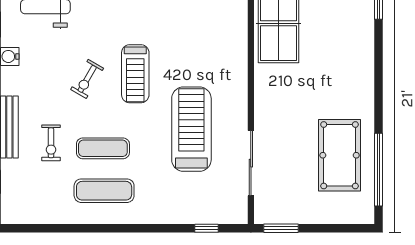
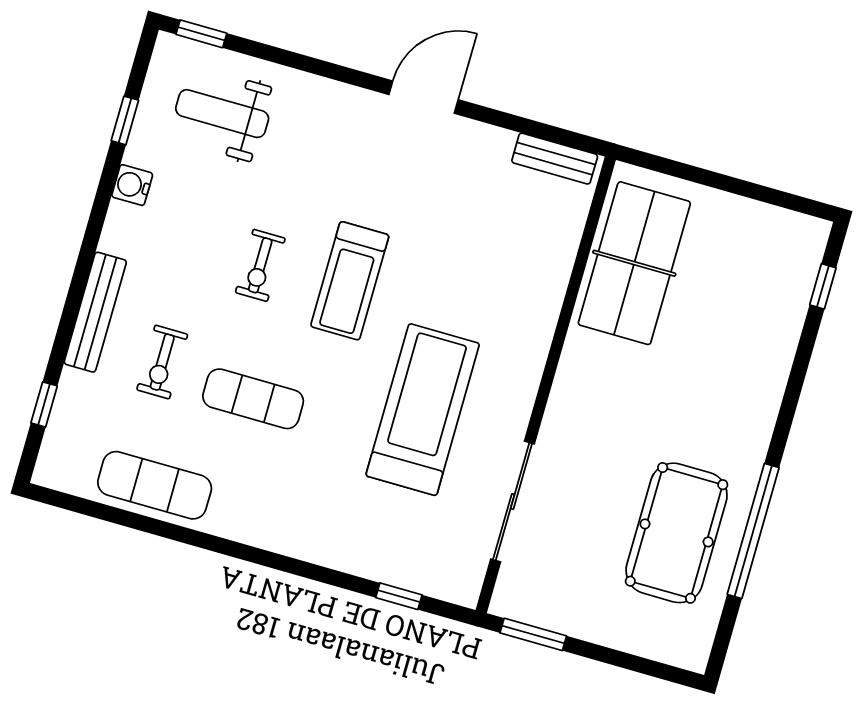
exercise bike: (87, 79) -> (260, 265), turned -30
window: (379, 170) -> (753, 531), moved
exercise mat: (104, 191) -> (155, 485), moved

